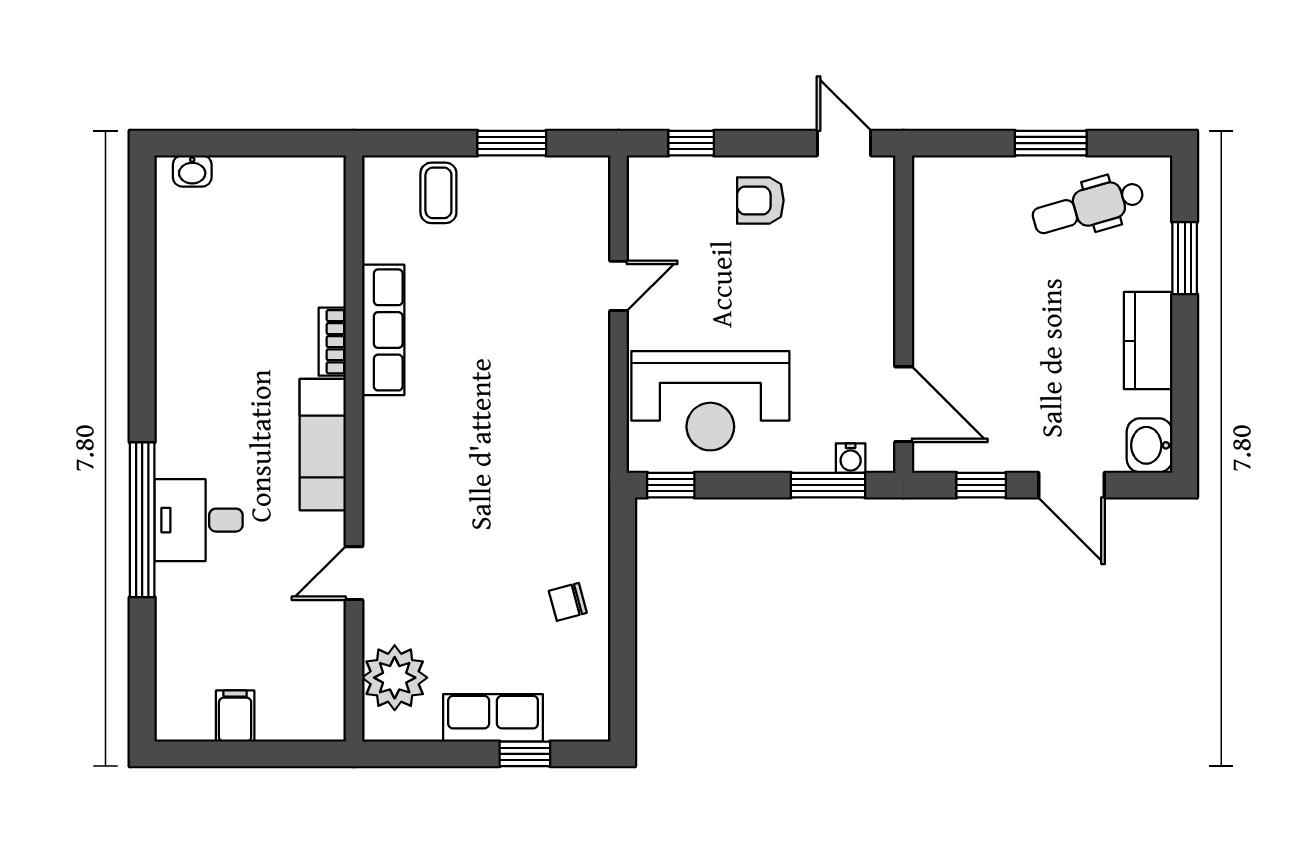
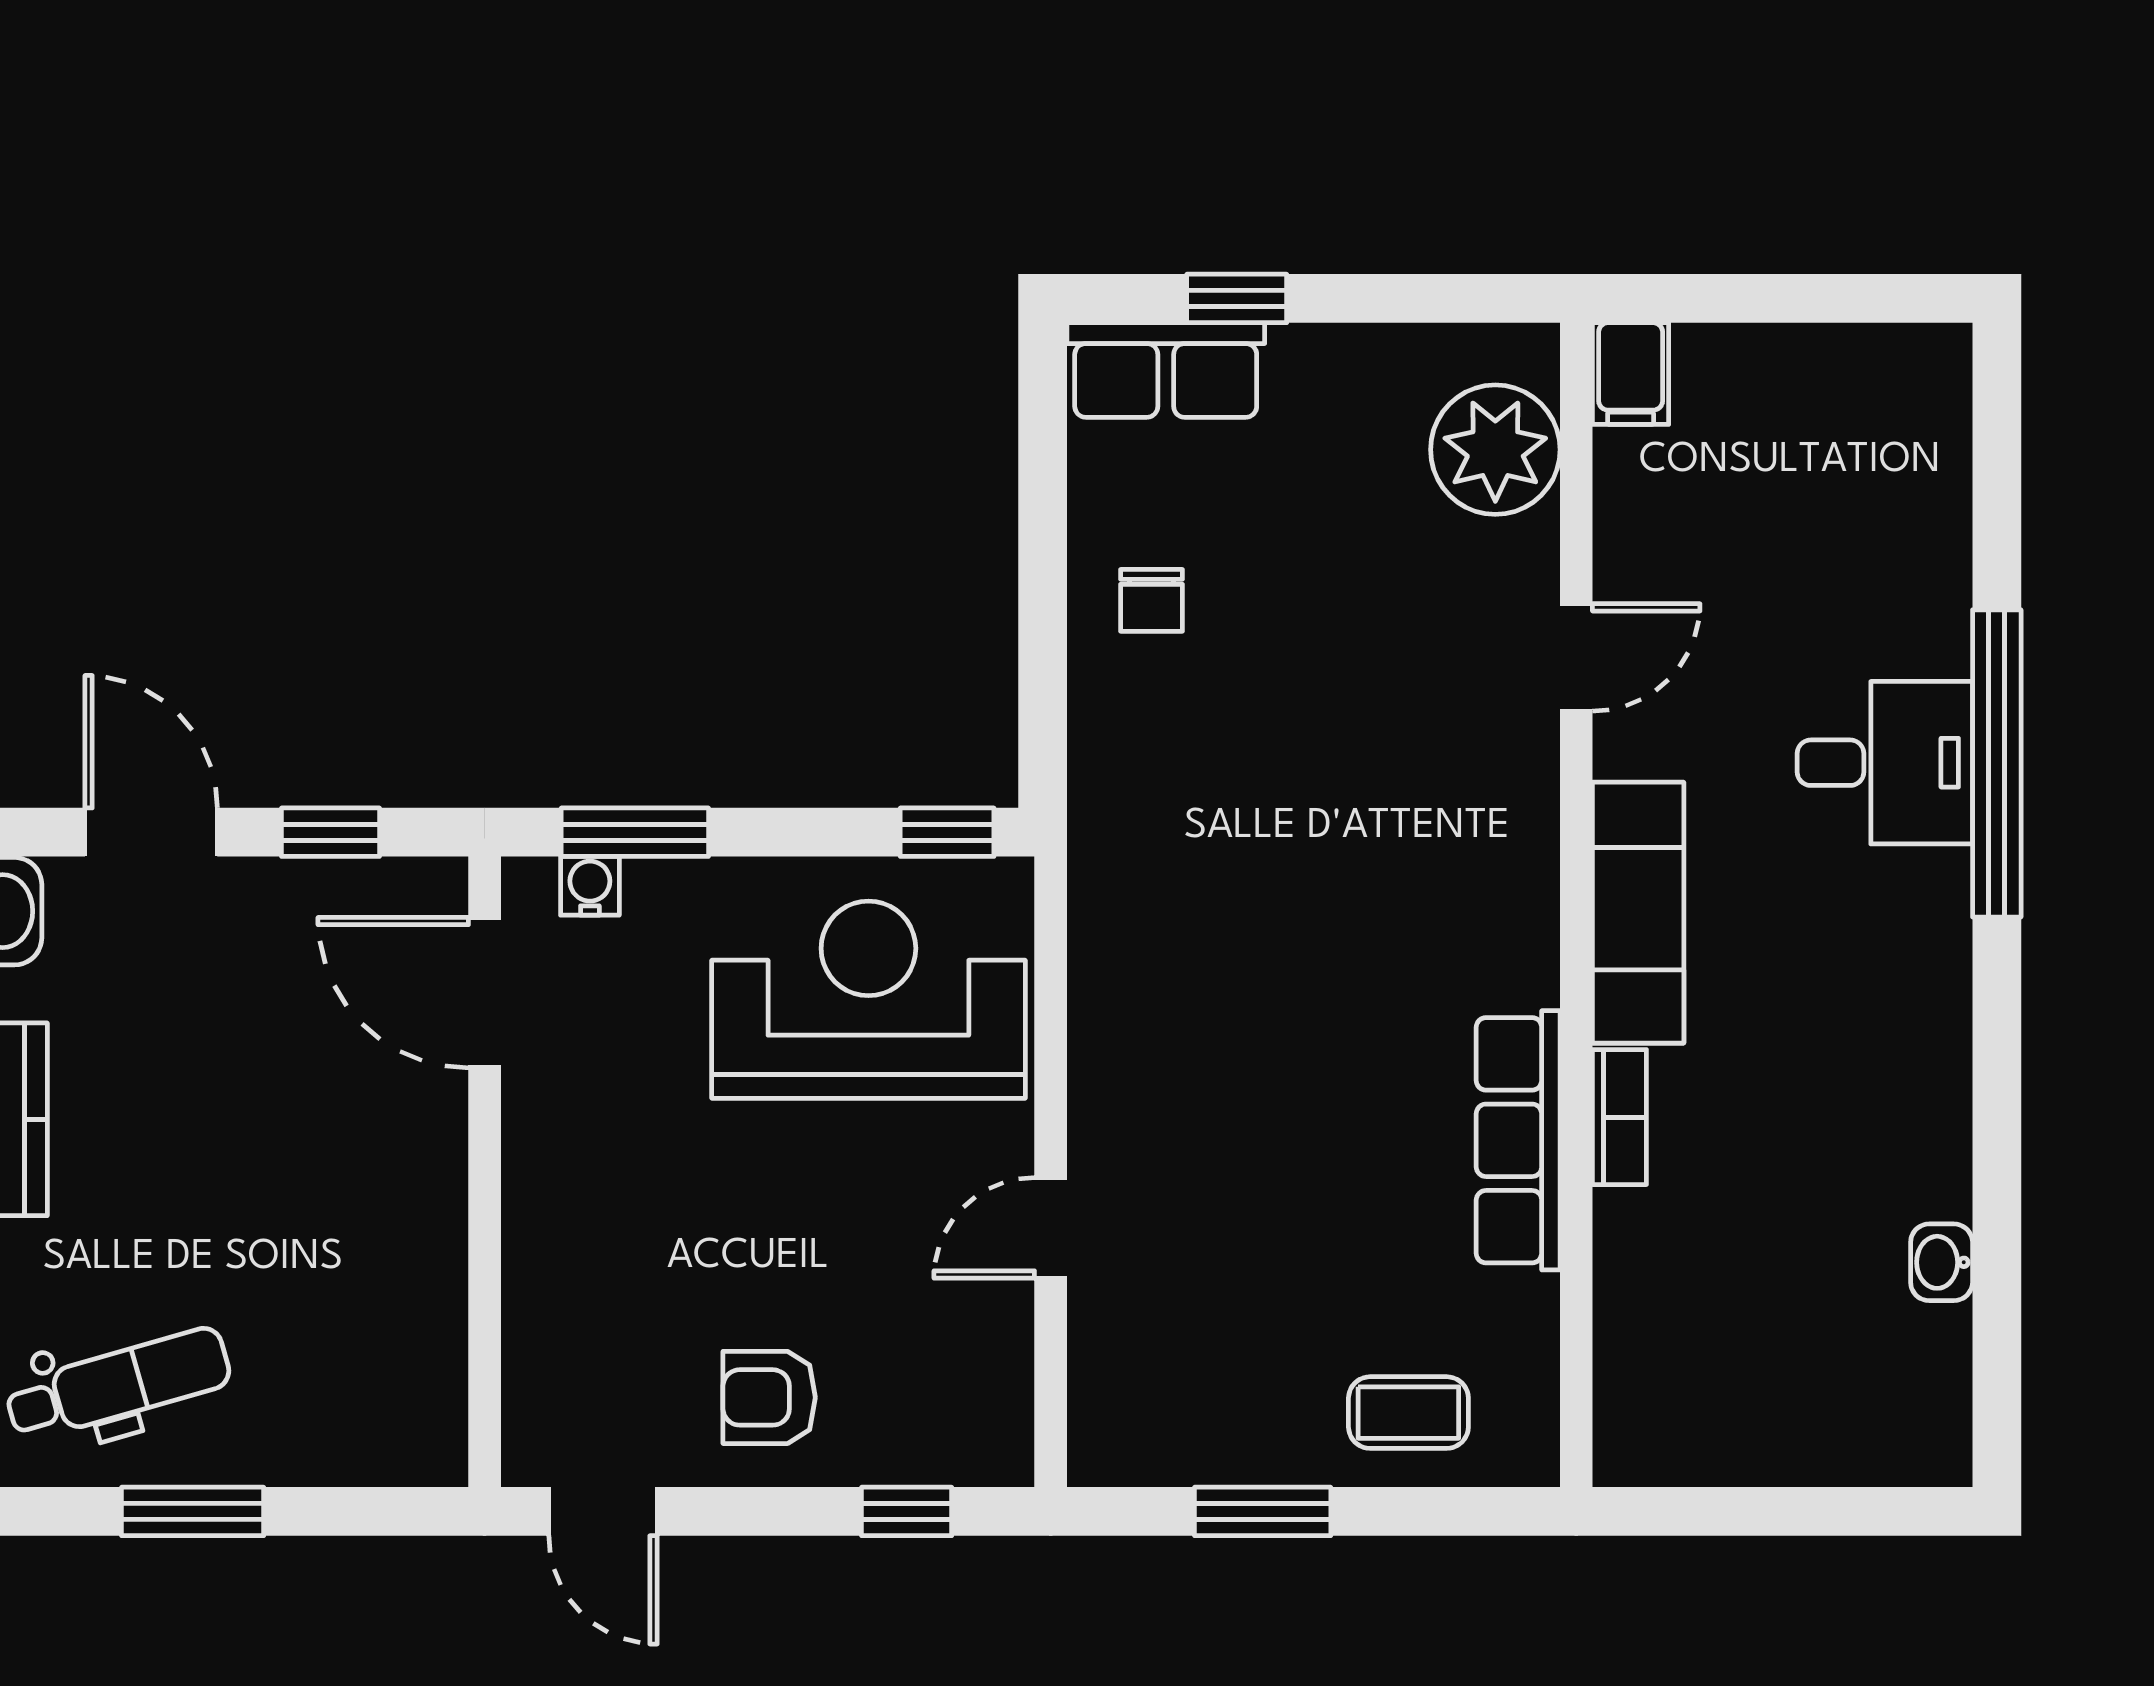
washbasin: (192, 171) -> (1942, 1262), moved, turned -90
coffee table: (438, 193) -> (1408, 1413), turned 90
armchair: (760, 200) -> (769, 1397), turned 180
chair: (568, 602) -> (1152, 600), turned 105
filing cabinet: (235, 716) -> (1631, 374), moved
row of seats: (493, 718) -> (1166, 370), moved

